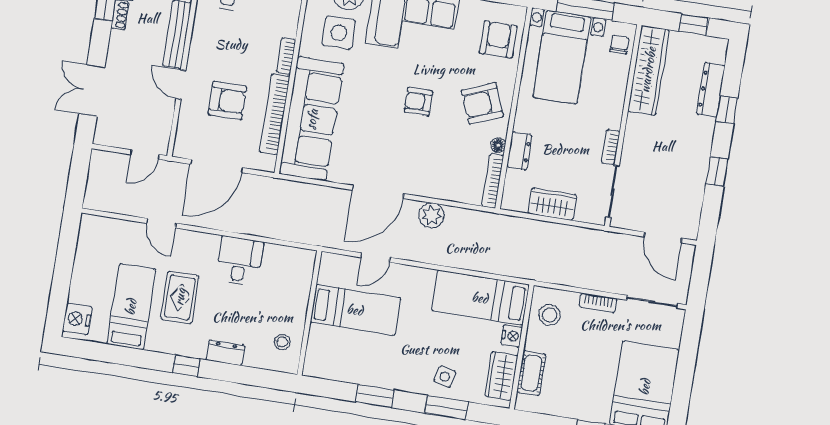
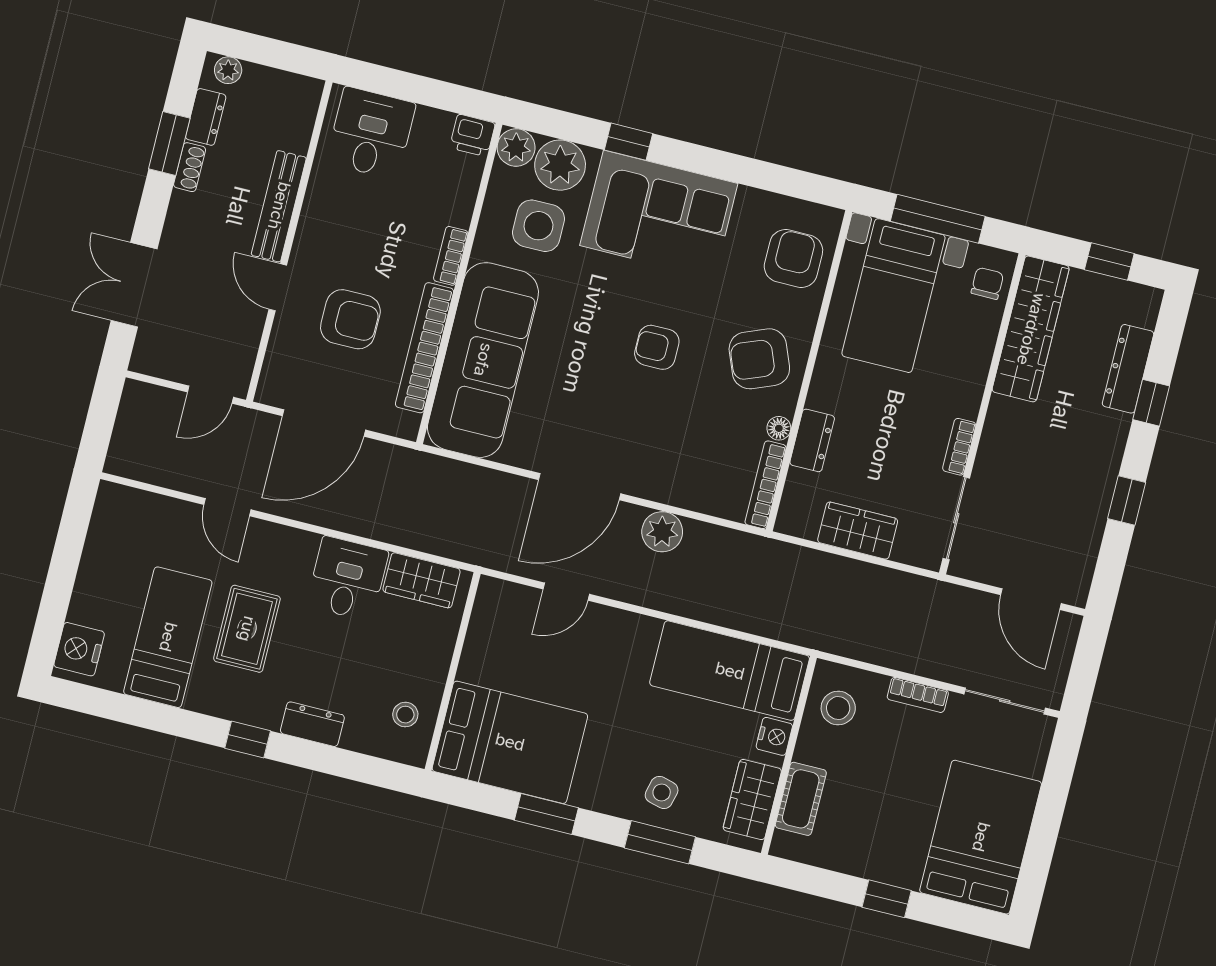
wardrobe: (285, 258) -> (422, 580), added
bed: (355, 310) -> (510, 742), moved, width x1.50

